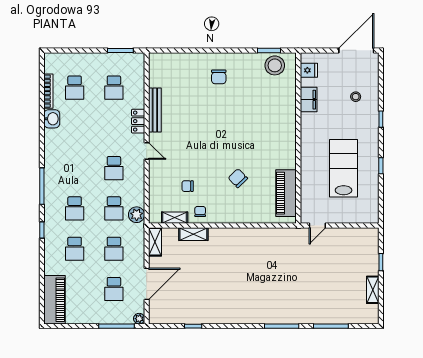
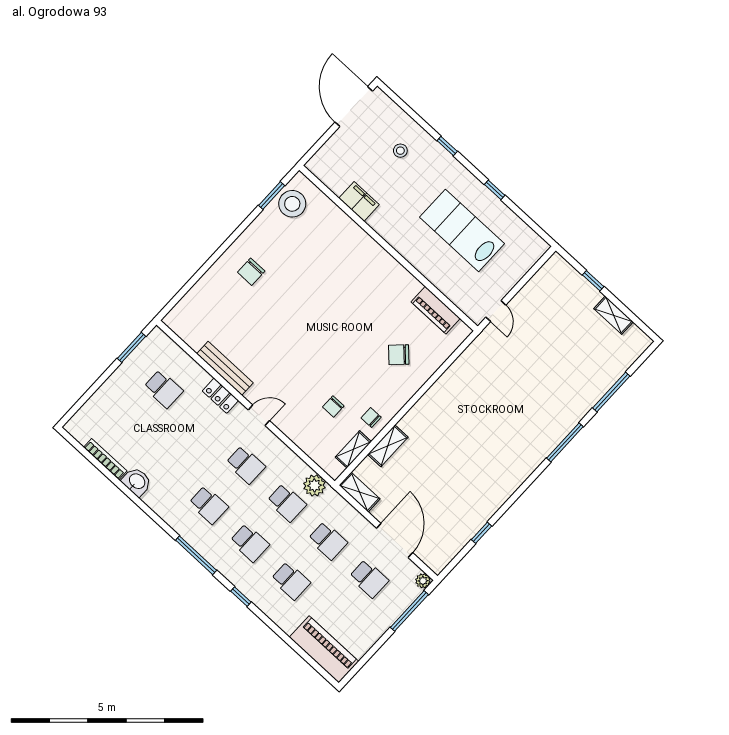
fridge: (309, 70) -> (329, 174), removed
chair: (219, 77) -> (251, 272), turned 90
school desk: (75, 88) -> (209, 505), moved
chair: (238, 178) -> (399, 355), moved
piano: (286, 193) -> (436, 310), width x0.73, depth x0.75

